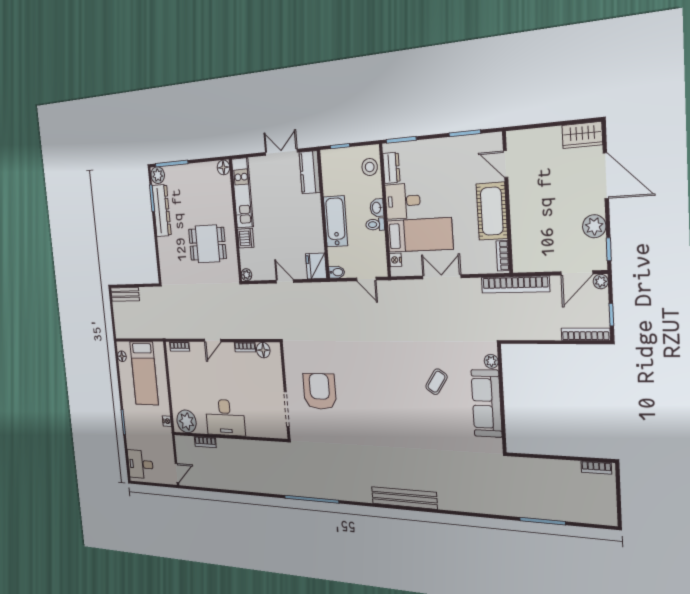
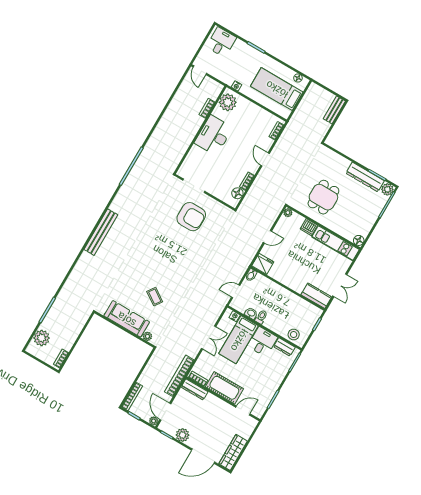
wardrobe: (582, 135) -> (233, 452), width x1.50
washbasin: (377, 208) -> (251, 313), moved
bathtub: (336, 221) -> (279, 294), removed
dresser: (520, 251) -> (195, 389), added
plant: (585, 510) -> (42, 338), added

